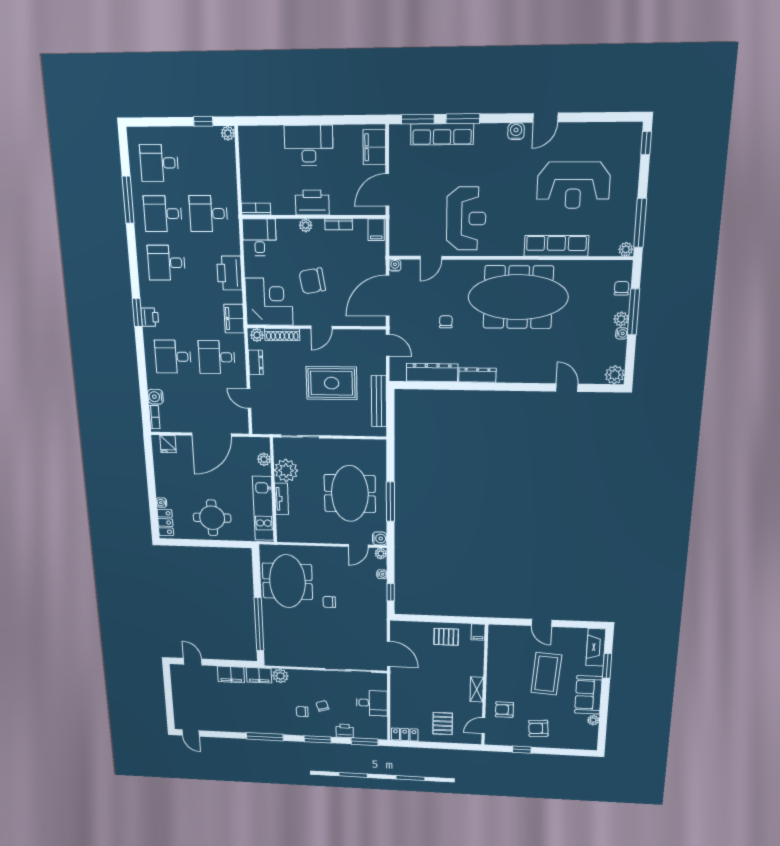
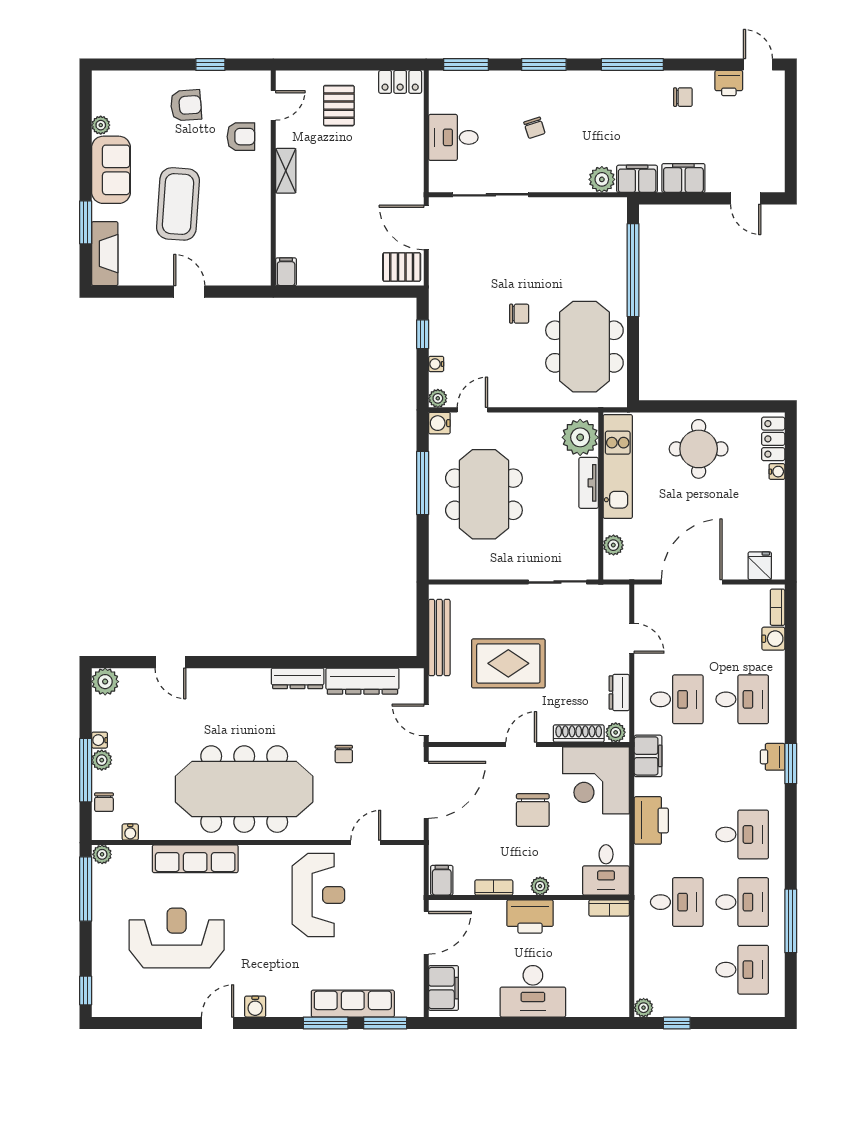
reception desk: (466, 219) -> (318, 895), turned 180
water cooler: (395, 265) -> (130, 832), moved
chair: (312, 281) -> (533, 810), turned 100
plant: (286, 470) -> (580, 437), moved
pallet: (446, 637) -> (402, 267), moved
chair: (302, 712) -> (683, 97), moved
printer: (345, 731) -> (729, 83), moved

